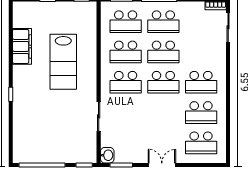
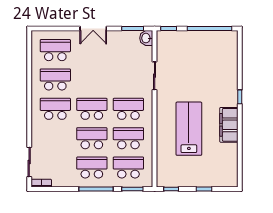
filing cabinet: (22, 46) -> (229, 125), moved

